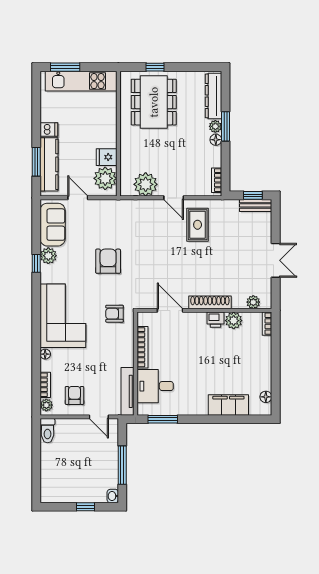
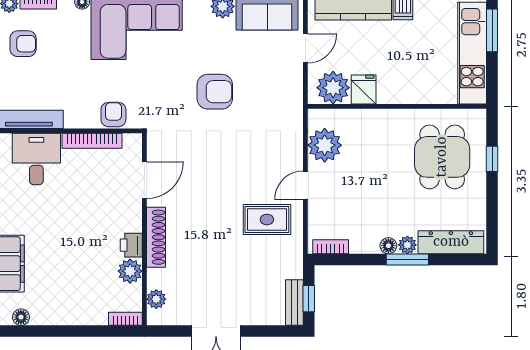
dining table: (154, 102) -> (442, 157), width x0.73
armchair: (115, 314) -> (113, 115), moved

